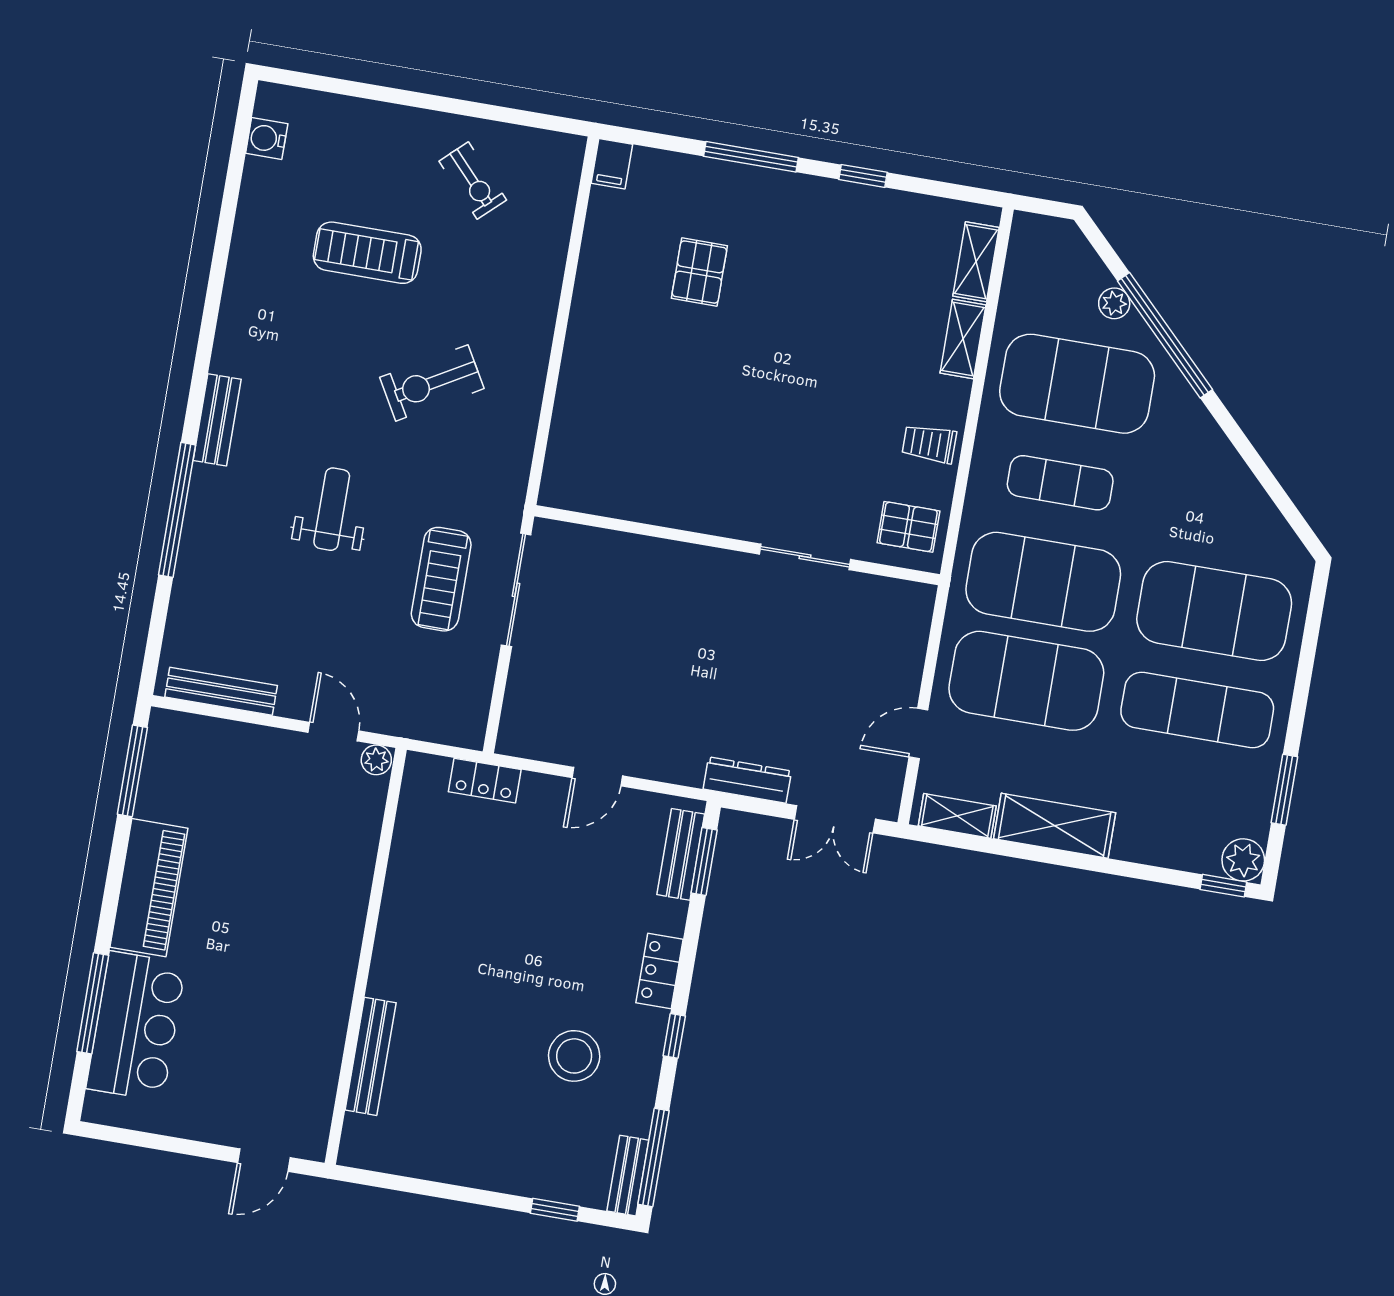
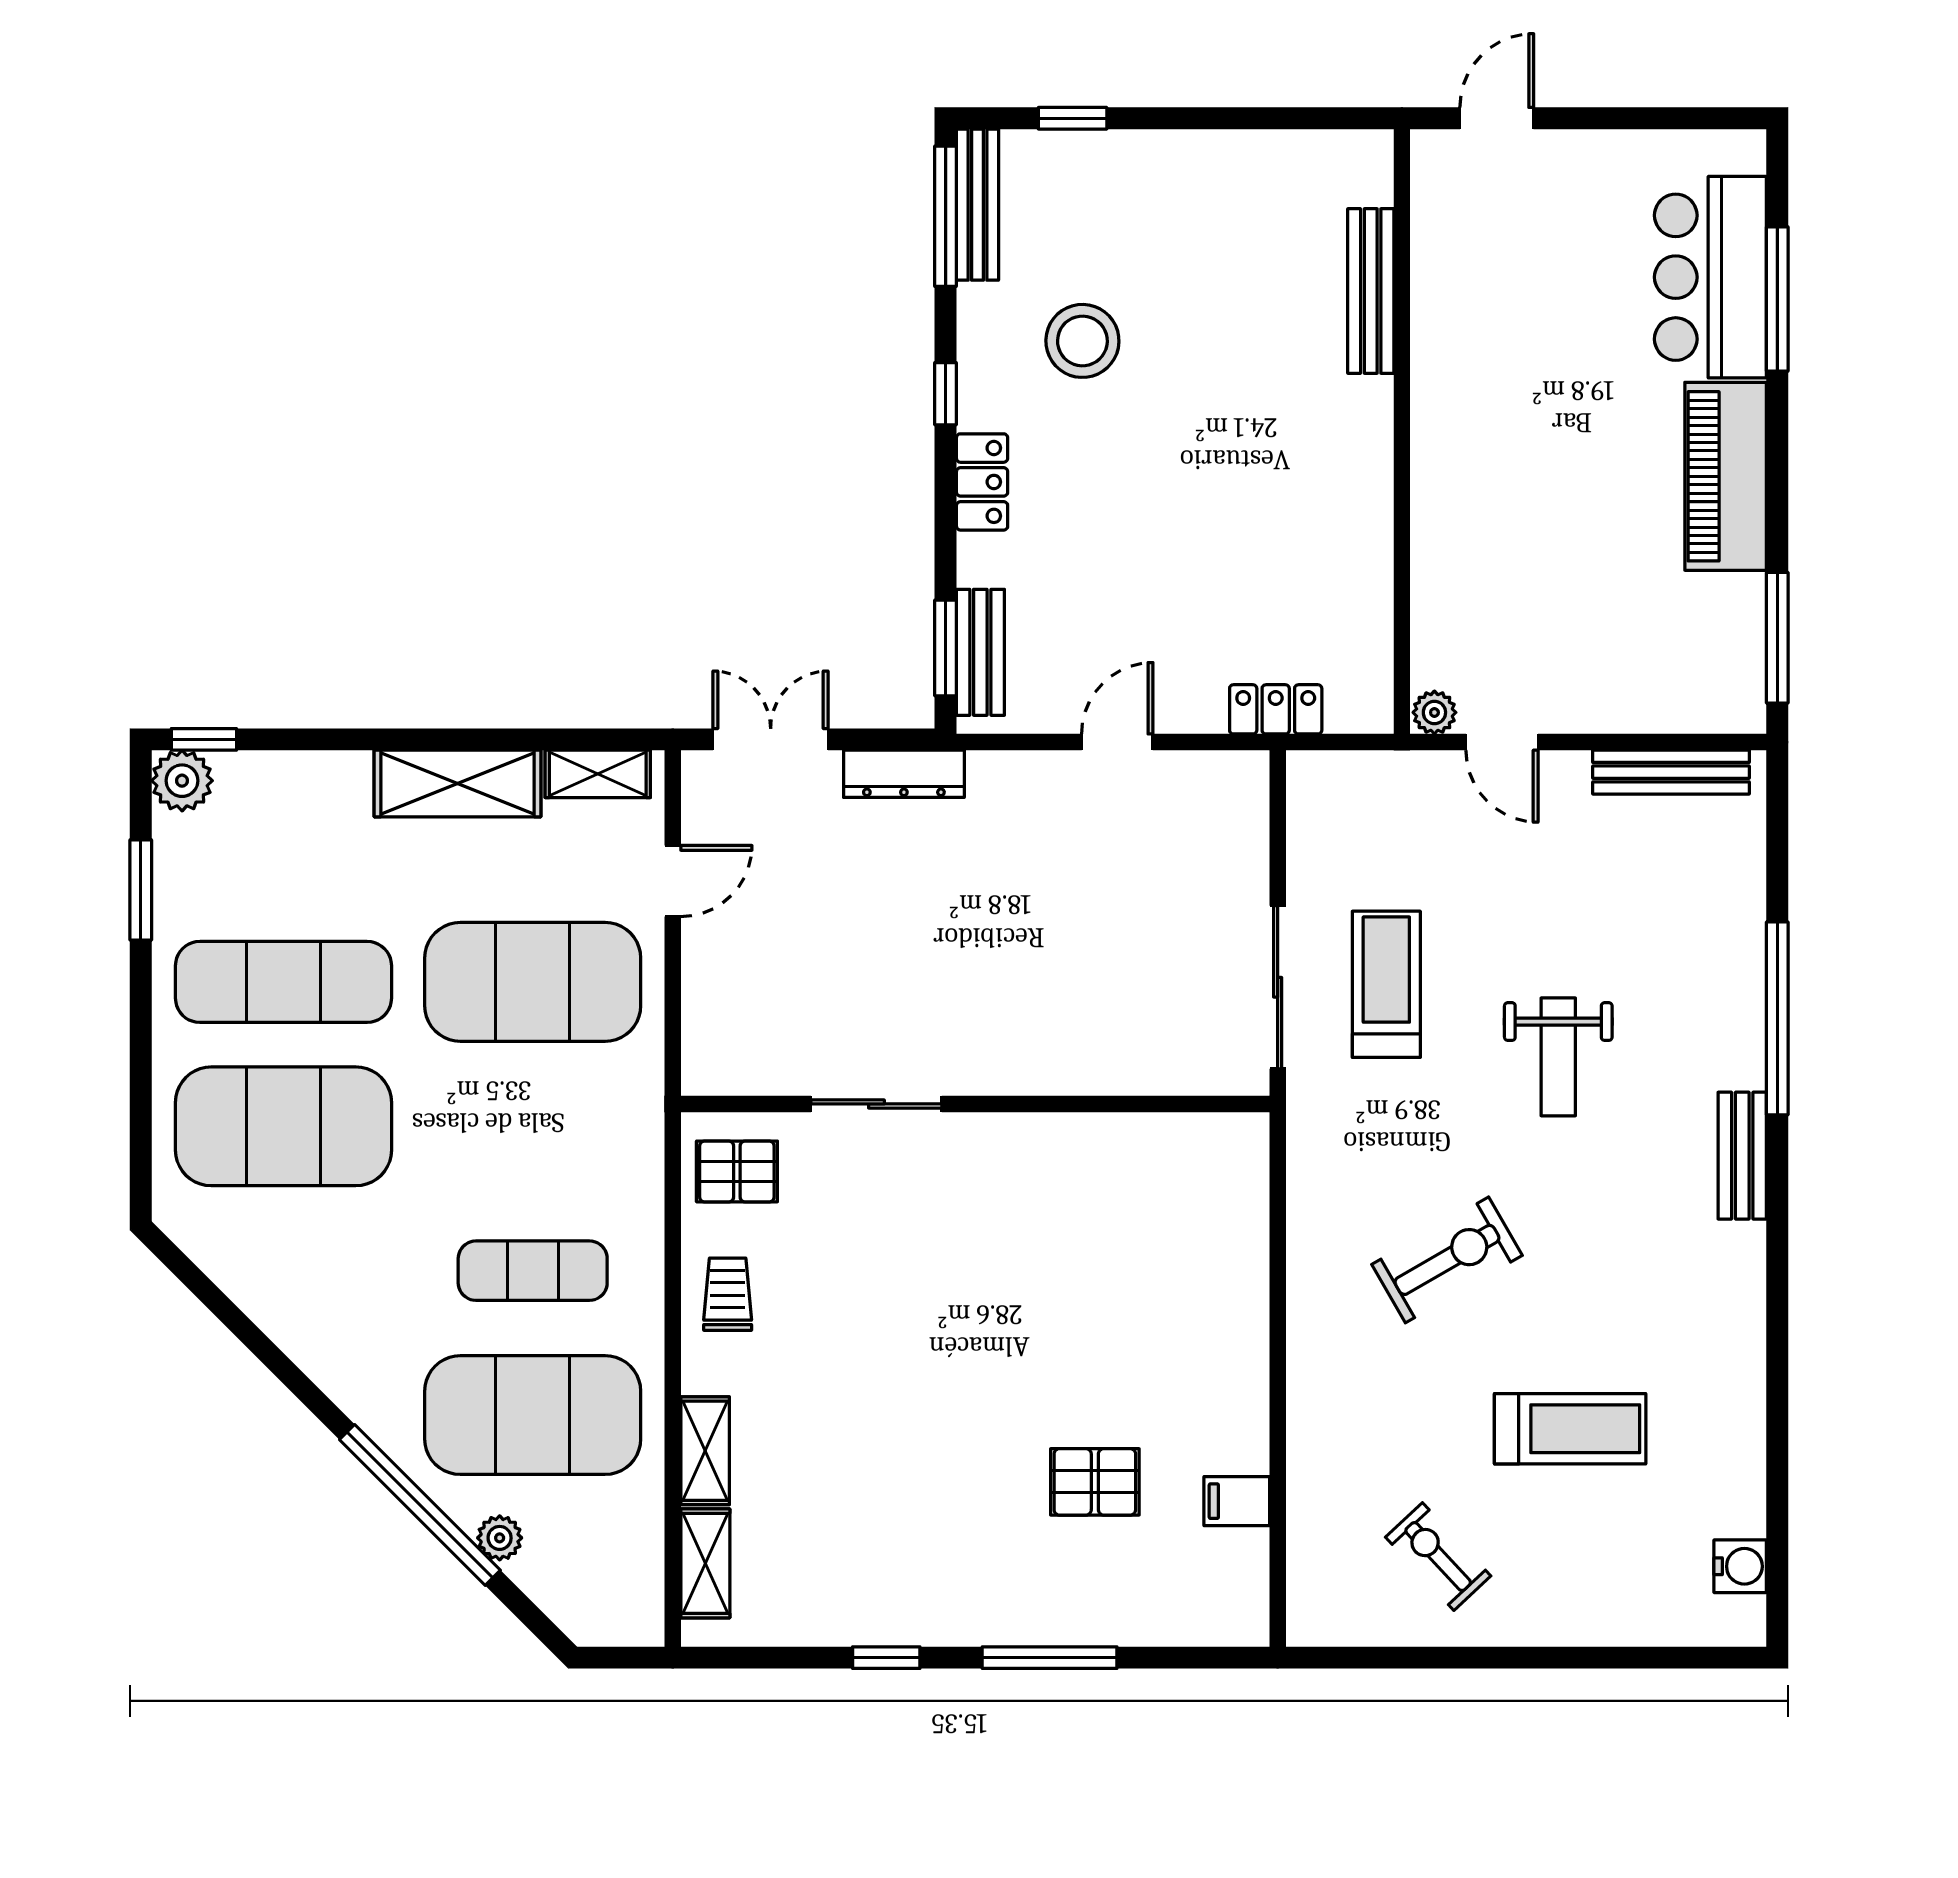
filing cabinet: (612, 164) -> (1237, 1501), moved, turned -90
pallet: (699, 272) -> (1095, 1482), turned 90
trolley: (929, 444) -> (728, 1294), turned -90
exercise mat: (1043, 582) -> (533, 1126), removed
bench: (628, 1176) -> (977, 205), width x1.36

